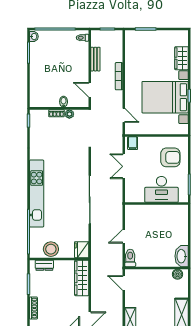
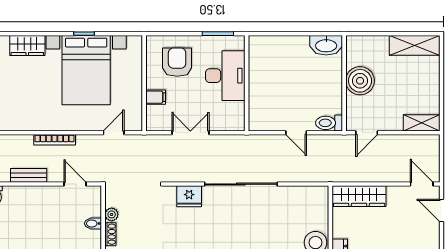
door: (90, 90) -> (75, 184), swing flipped
filing cabinet: (133, 143) -> (156, 97), moved
double door: (124, 166) -> (190, 133), swing flipped
fridge: (82, 250) -> (189, 196), moved
boiler: (178, 274) -> (360, 81), moved, width x1.86, depth x1.86

